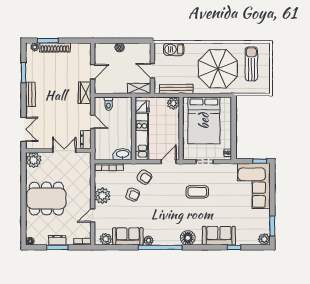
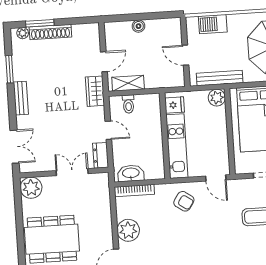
shelving: (139, 88) -> (128, 83), moved
washbasin: (123, 154) -> (131, 173), moved
door: (169, 162) -> (216, 178), swing flipped
armchair: (133, 195) -> (169, 226), removed

